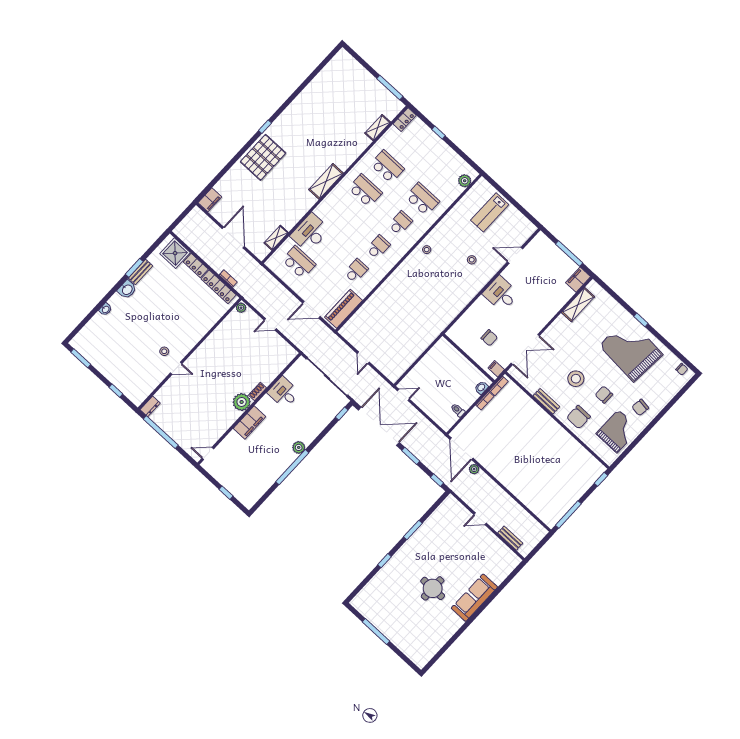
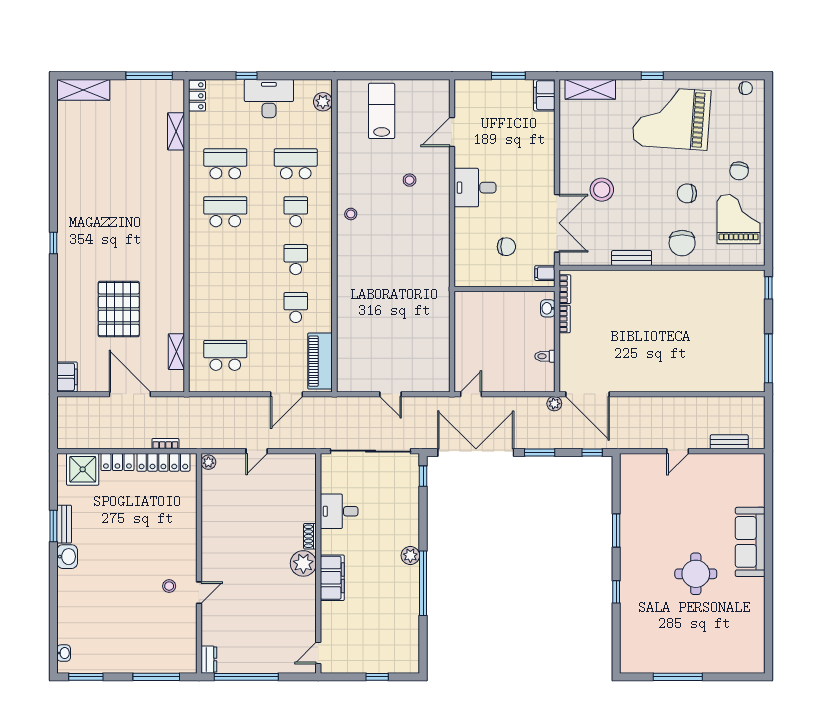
pallet: (263, 157) -> (119, 309), moved
shelving: (326, 181) -> (83, 90), moved, turned 90
lab bench: (490, 212) -> (382, 111), turned 180
desk: (310, 233) -> (269, 99), moved, turned 90
window: (569, 253) -> (508, 76), width x0.69
shelving: (578, 305) -> (590, 89), moved, turned 90
washbasin: (105, 309) -> (64, 653), moved
stool: (576, 379) -> (602, 190), moved
window: (116, 391) -> (156, 677), width x2.17
plant: (474, 469) -> (554, 404), moved

